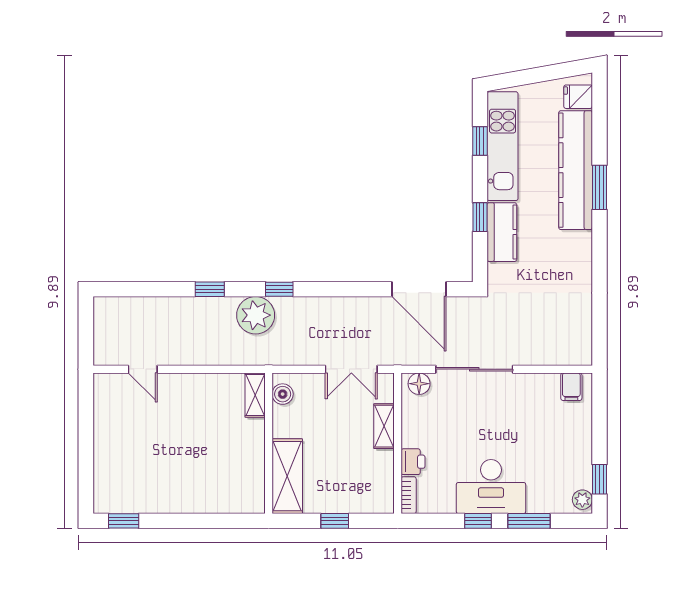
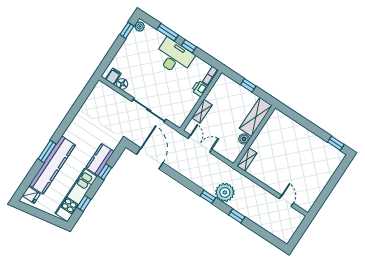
floor lamp: (419, 384) -> (122, 84), moved
boiler: (283, 394) -> (244, 139), moved

